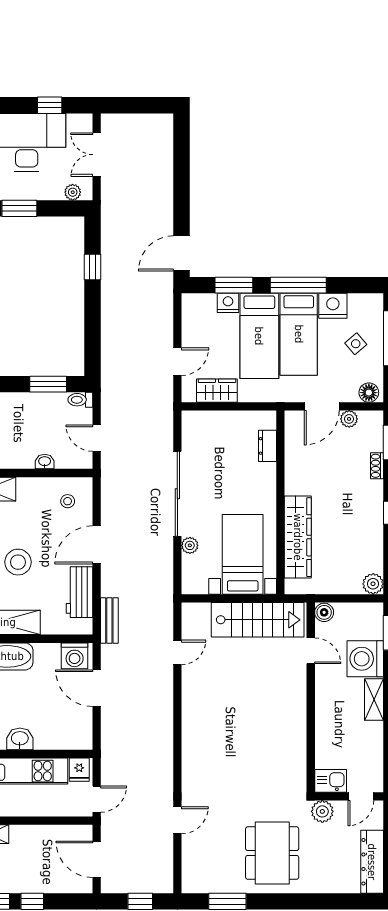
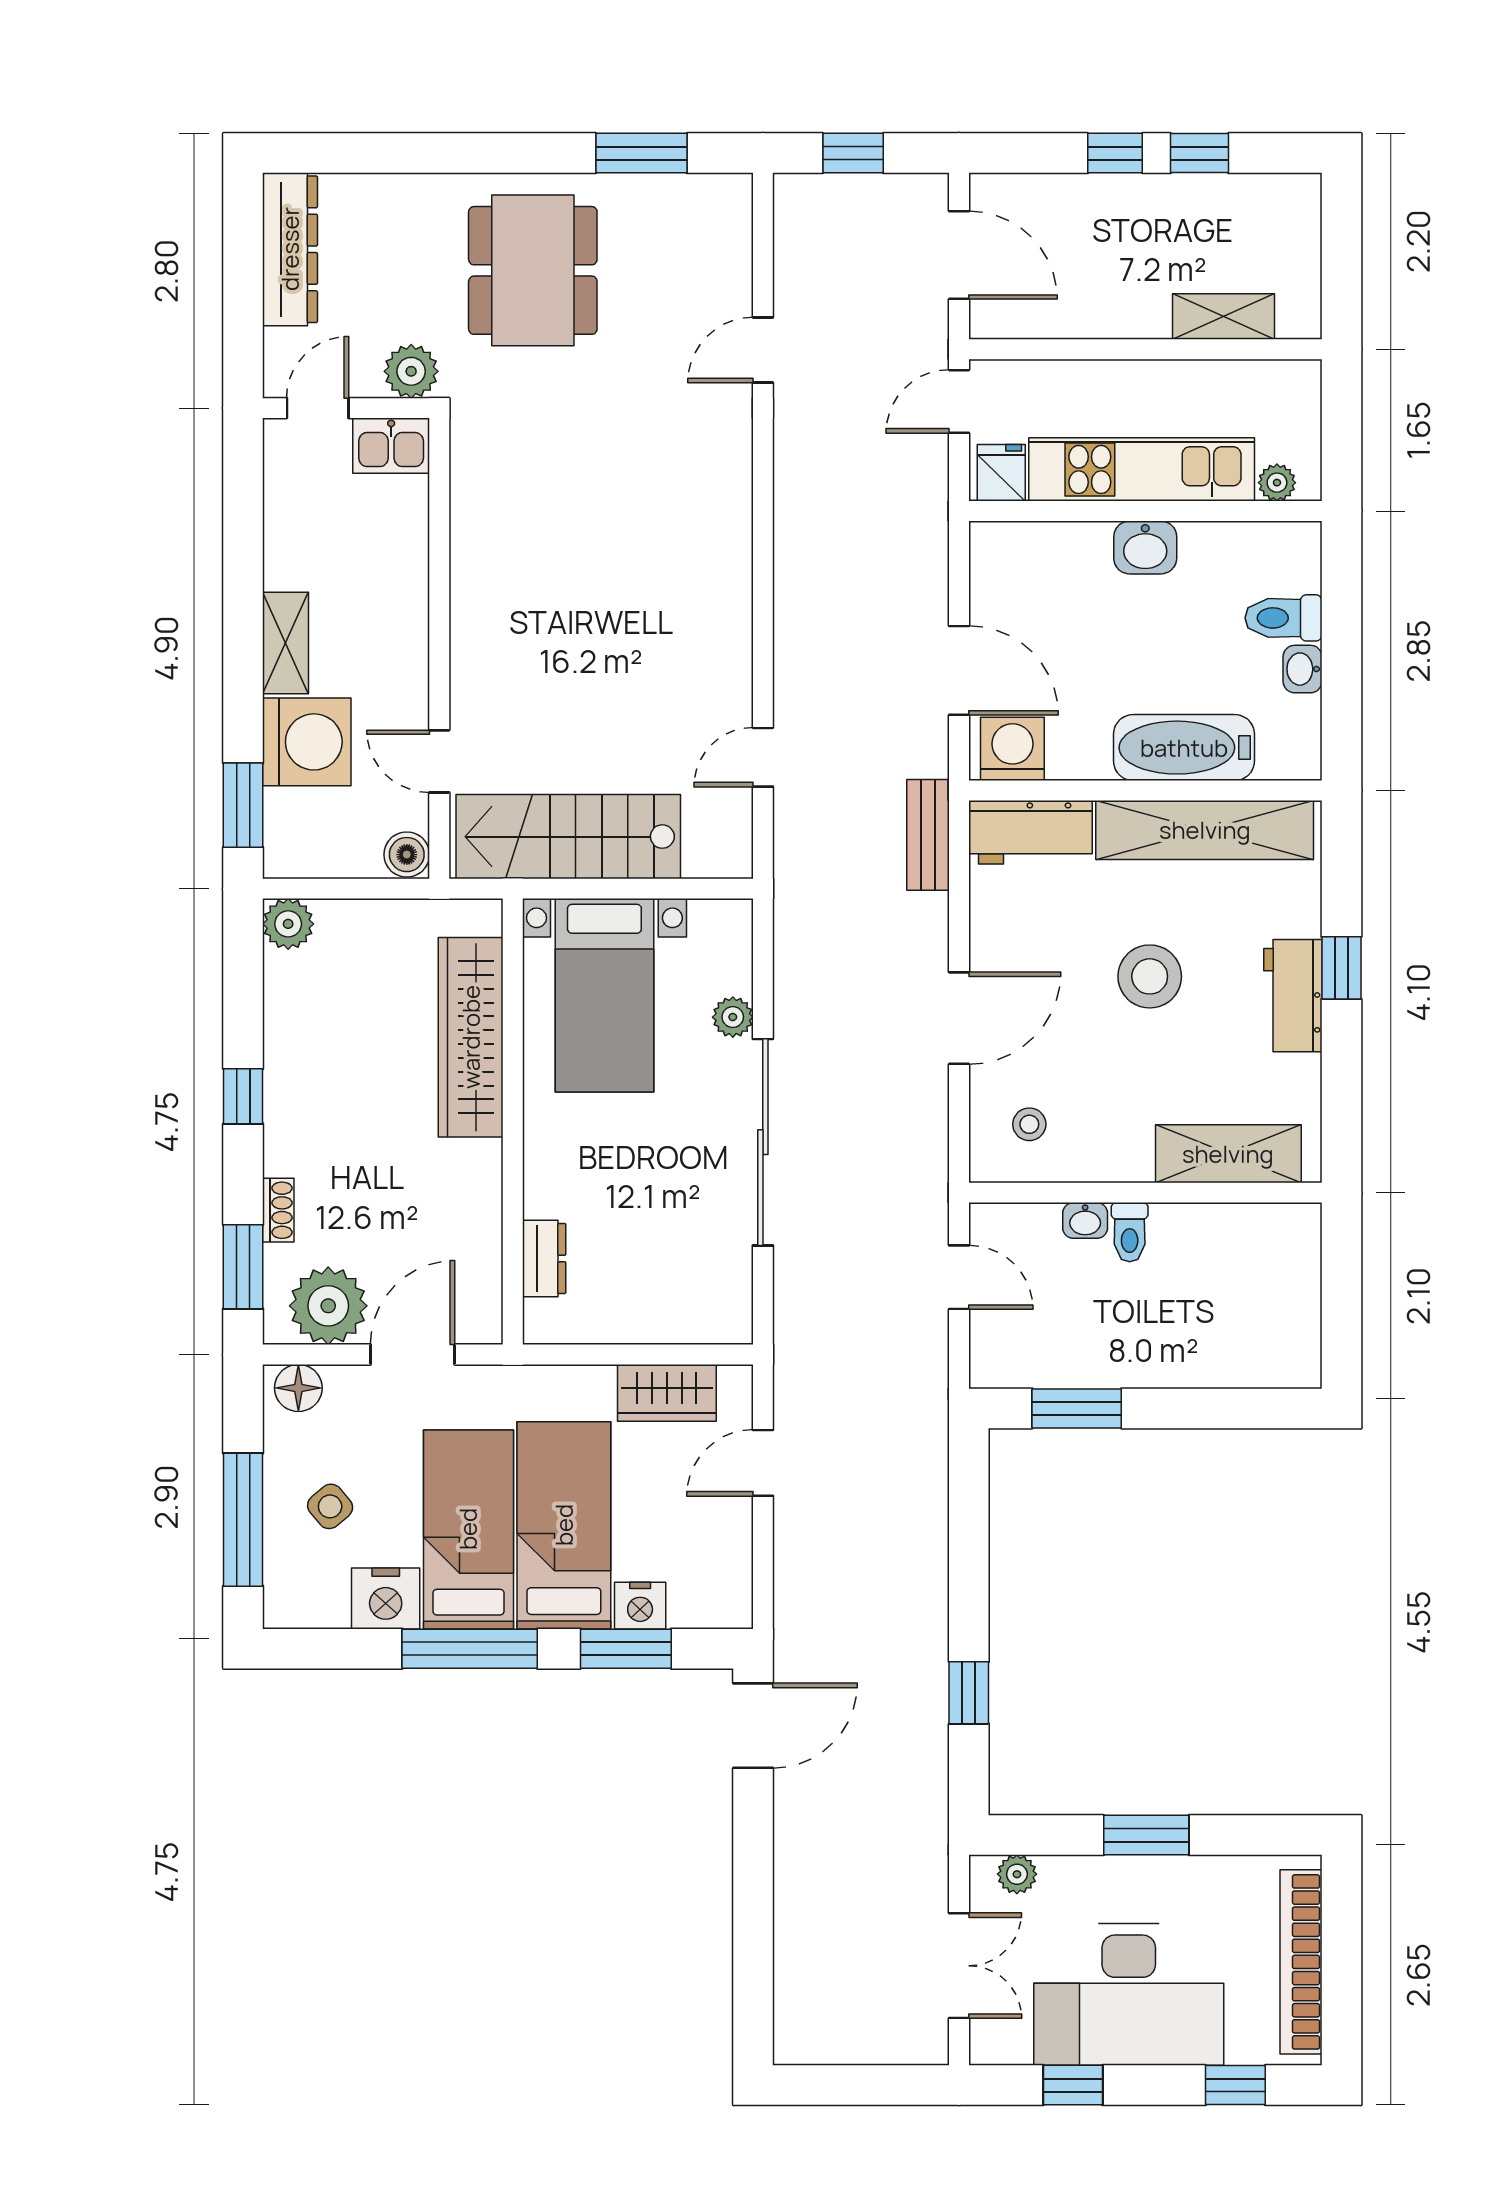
toilet: (80, 400) -> (1130, 1232), moved, turned 90
plant: (349, 419) -> (328, 1306), width x1.87, depth x1.87
workbench: (79, 592) -> (1030, 832), moved, turned 90

